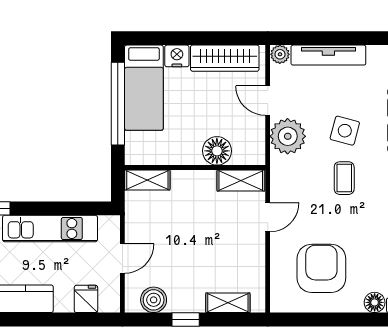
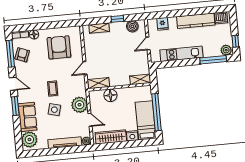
armchair: (321, 268) -> (59, 47), turned 180

